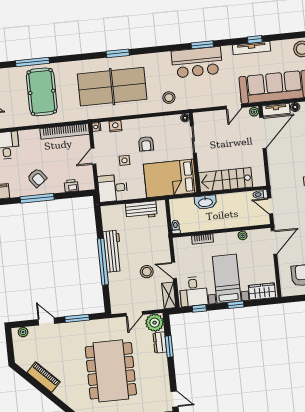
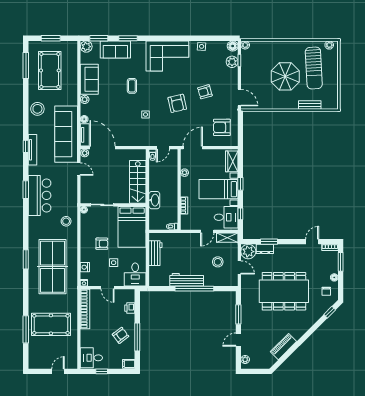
door: (274, 242) -> (193, 148), hinge flipped
stool: (147, 272) -> (218, 262), moved

